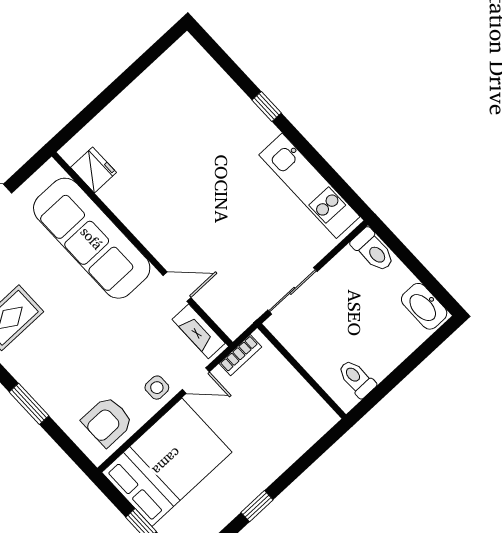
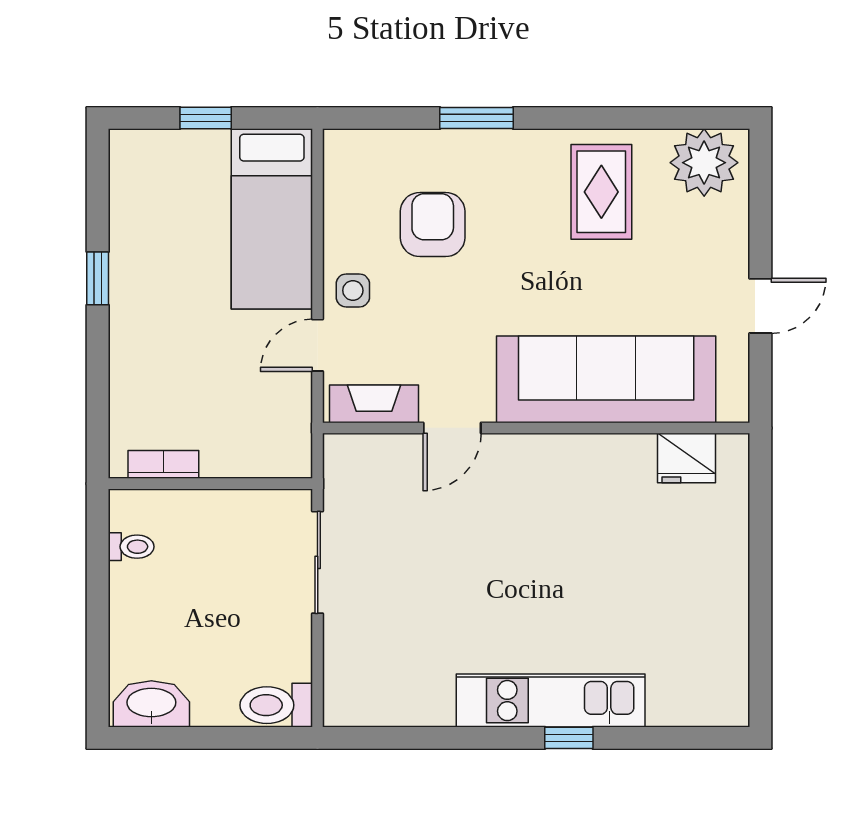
kitchen unit: (309, 186) -> (551, 701), moved
bookcase: (240, 355) -> (163, 464), moved, turned 90
toilet: (357, 379) -> (131, 547), width x0.73, depth x0.72
armchair: (107, 421) -> (433, 225), moved
bed: (167, 462) -> (272, 219), width x0.67

